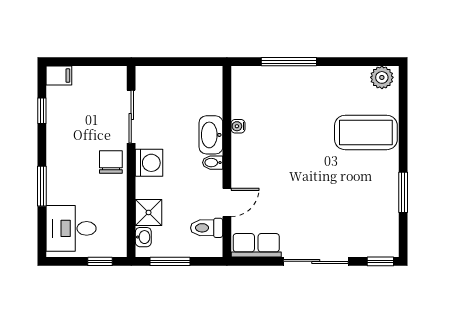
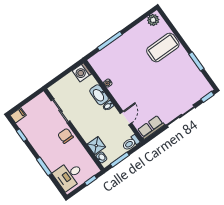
washing machine: (149, 163) -> (82, 72), moved, turned 180
toilet: (207, 228) -> (131, 143), moved

